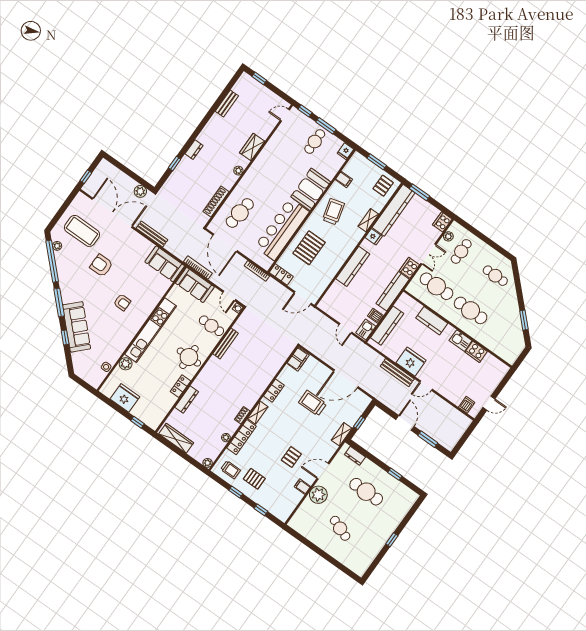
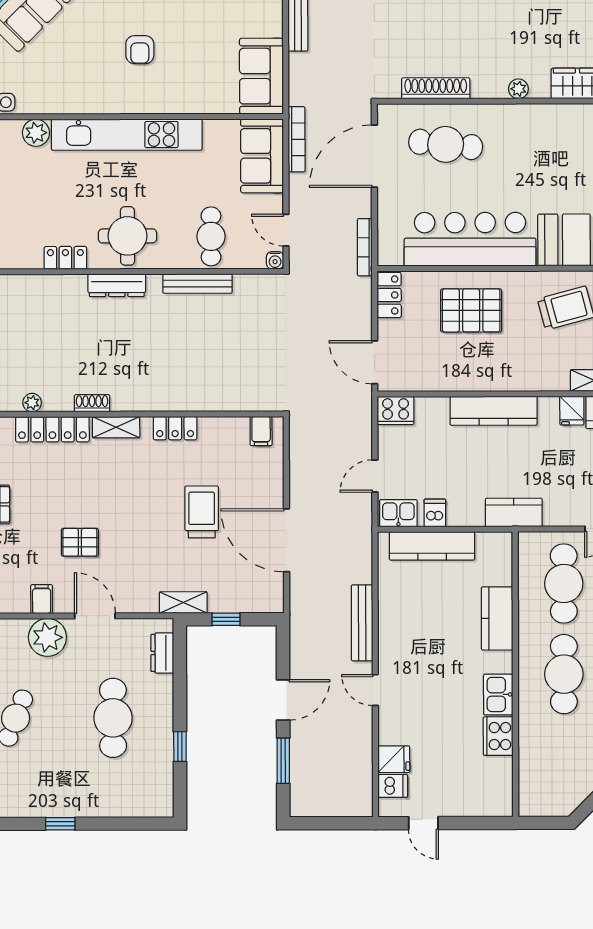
cooker: (409, 268) -> (396, 411), moved, turned 180
kitchen counter: (393, 291) -> (514, 512), width x0.67
door: (229, 296) -> (286, 230), hinge flipped
filing cabinet: (298, 359) -> (261, 431), width x0.50
fridge: (411, 362) -> (394, 759), moved, width x0.53, depth x0.75
dresser: (187, 399) -> (117, 285), moved

